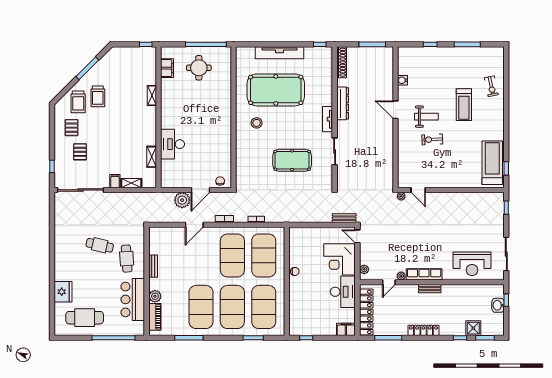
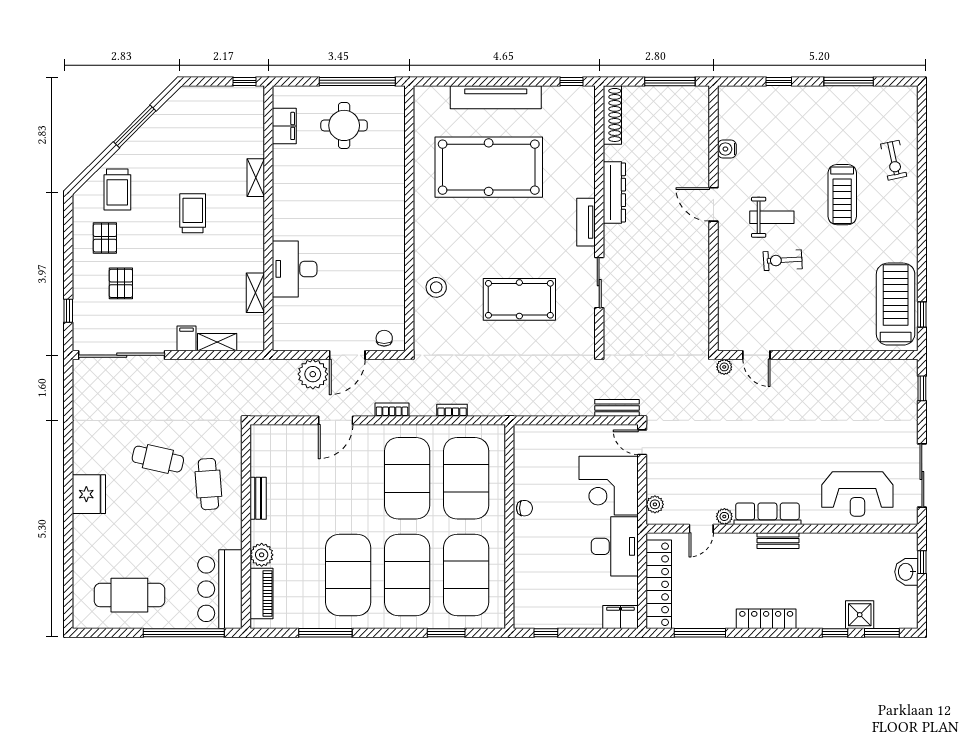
trolley: (98, 96) -> (193, 213), moved, turned 180
stool: (257, 123) -> (436, 287), moved
fridge: (63, 292) -> (89, 494), moved
bar counter: (133, 299) -> (220, 589), moved

